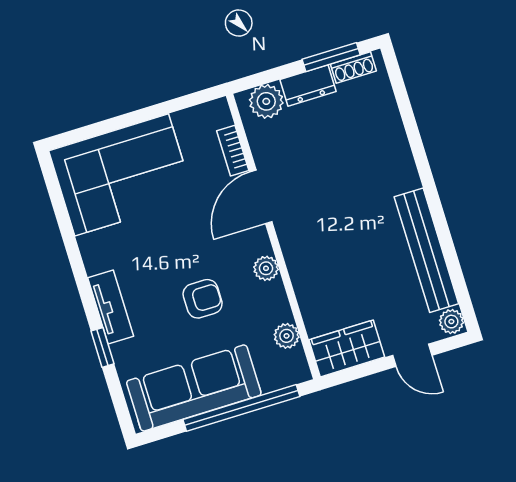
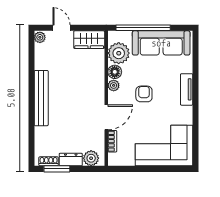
bench: (426, 250) -> (41, 98), moved
floor lamp: (272, 297) -> (115, 72), added
armchair: (203, 299) -> (144, 94), moved, turned 90
plant: (287, 336) -> (119, 53), width x1.88, depth x1.88
window: (102, 347) -> (196, 73), removed

